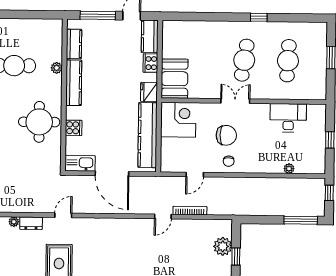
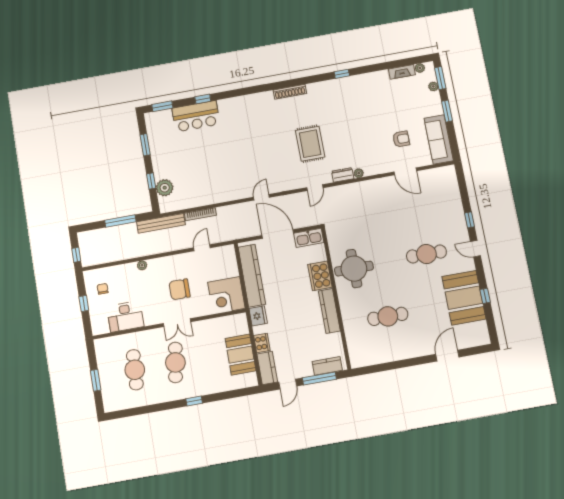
window: (259, 17) -> (194, 401), moved
kitchen counter: (74, 44) -> (327, 366), moved, turned 90
plant: (57, 68) -> (348, 322), removed
booth: (175, 79) -> (241, 355), moved
cooker: (74, 128) -> (320, 276), width x1.87, depth x1.31
chair: (229, 161) -> (103, 289), moved
plant: (289, 169) -> (142, 265), moved
bench: (233, 209) -> (161, 223), added
door: (163, 217) -> (261, 197), moved
window: (301, 220) -> (120, 221), moved

